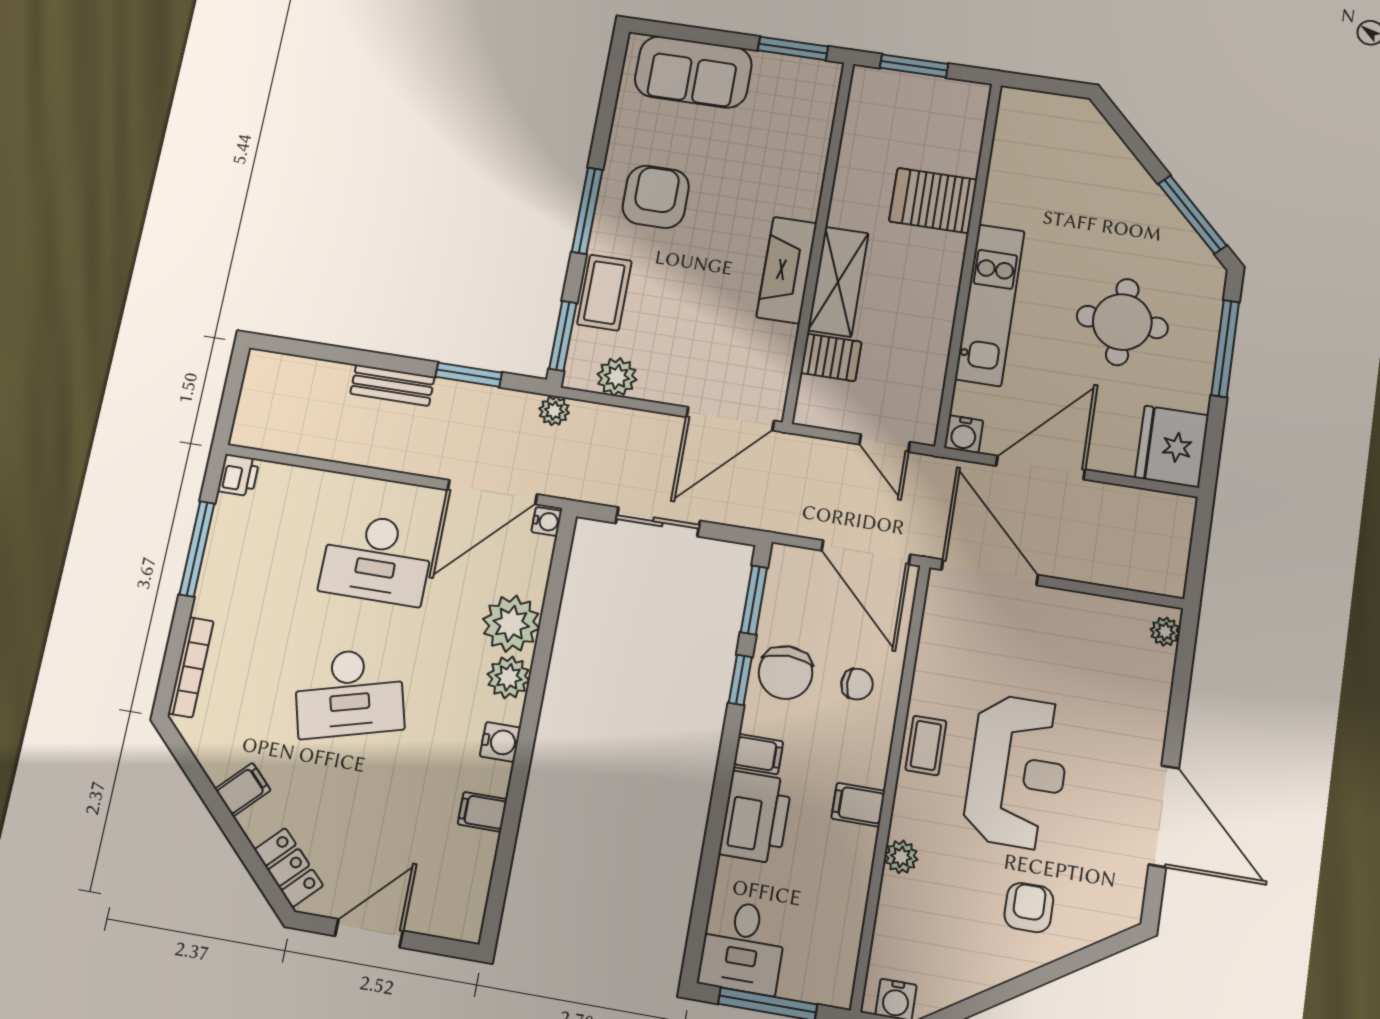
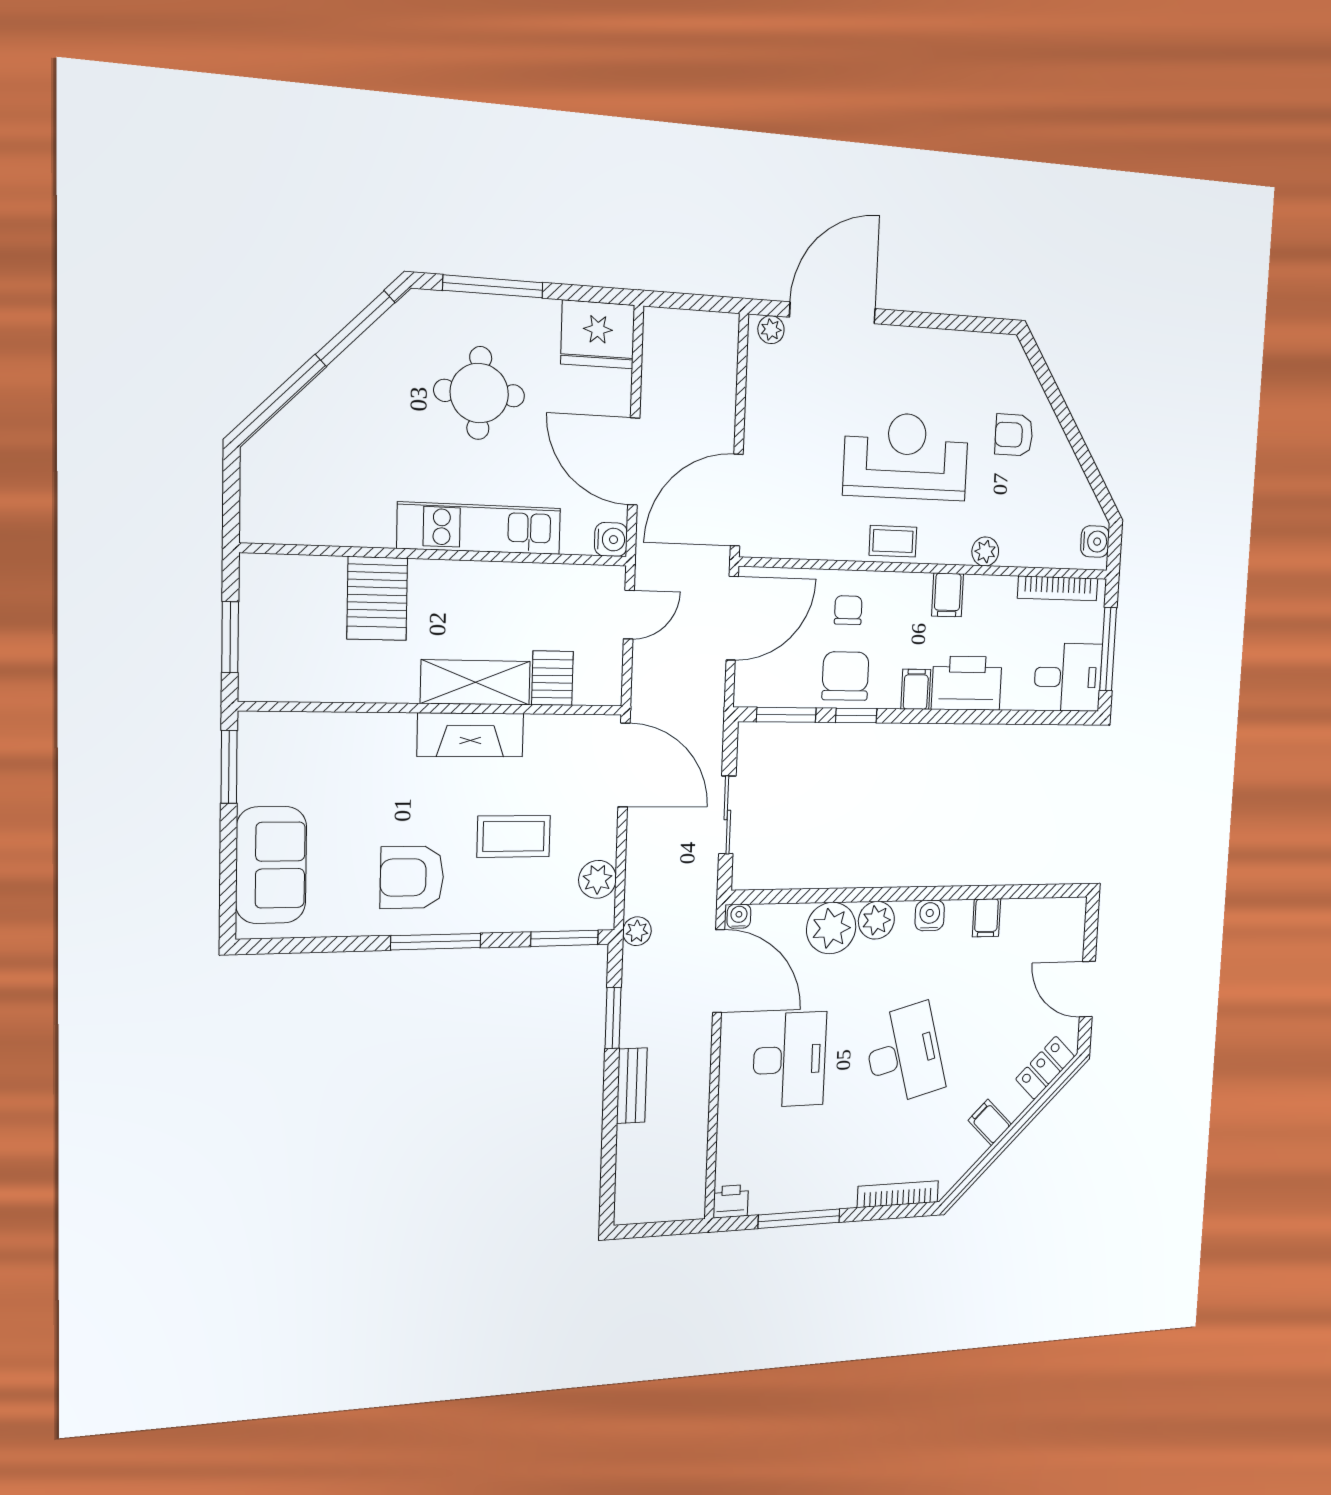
coffee table: (604, 293) -> (514, 836), moved
chair: (786, 673) -> (845, 676), turned -90
door: (1164, 816) -> (833, 313), moved
bookcase: (848, 945) -> (1058, 588), added

